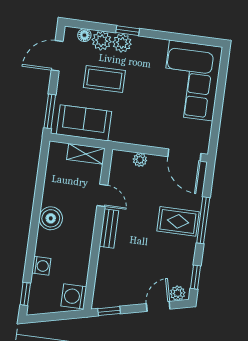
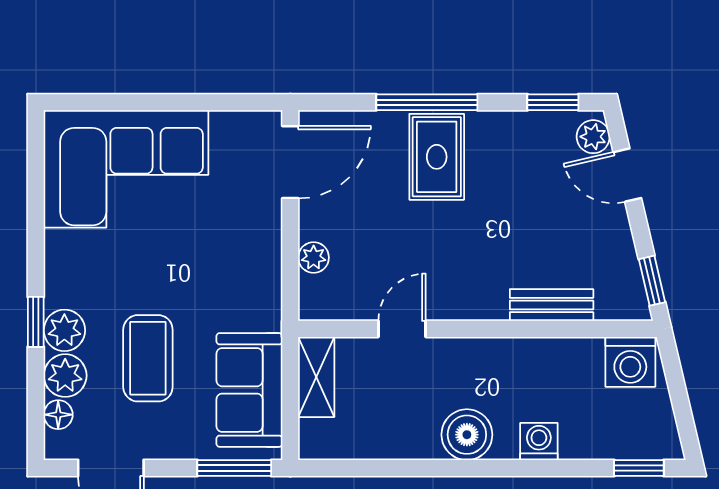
bench: (109, 229) -> (552, 305), moved
washing machine: (41, 266) -> (539, 441), moved

